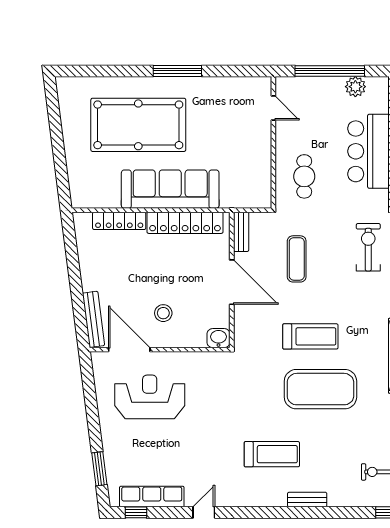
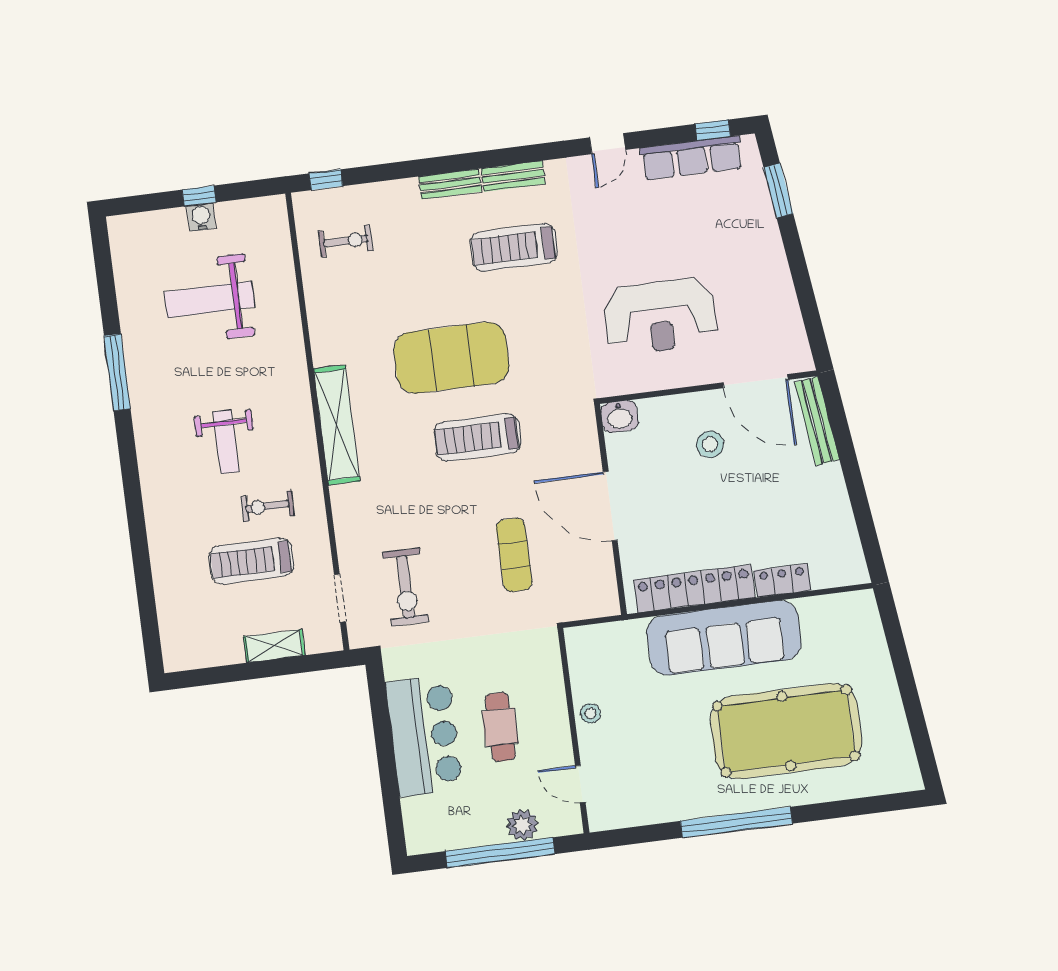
window: (177, 71) -> (736, 822), width x1.46
plant: (355, 87) -> (522, 825), moved
stool: (261, 152) -> (591, 713), added
cafe table: (304, 176) -> (500, 727), moved
locker: (119, 221) -> (783, 580), width x0.66
bench: (241, 232) -> (513, 176), moved, turned 90
reception desk: (150, 397) -> (660, 317), moved

